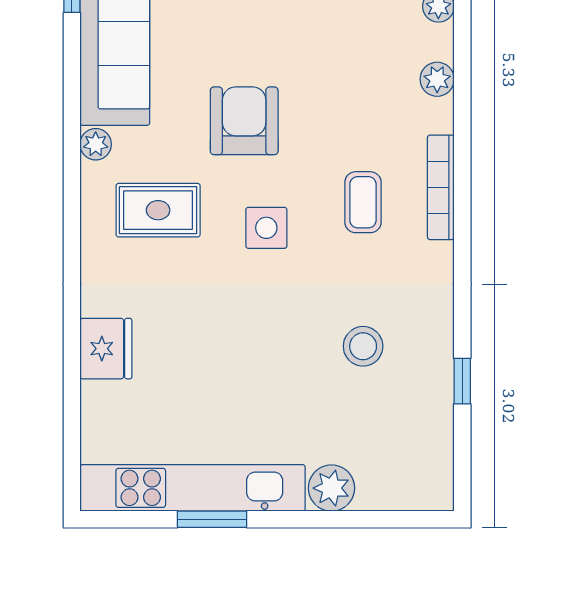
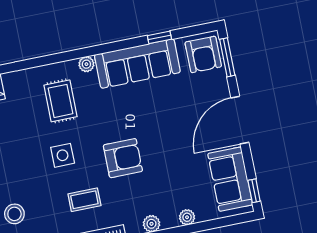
armchair: (244, 121) -> (123, 158), moved

